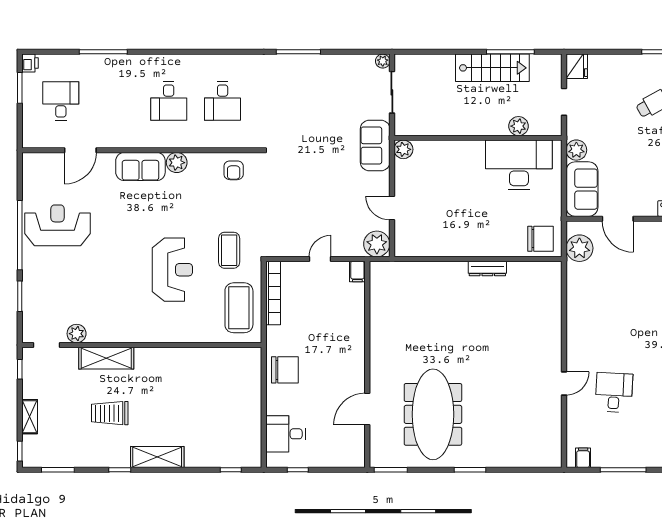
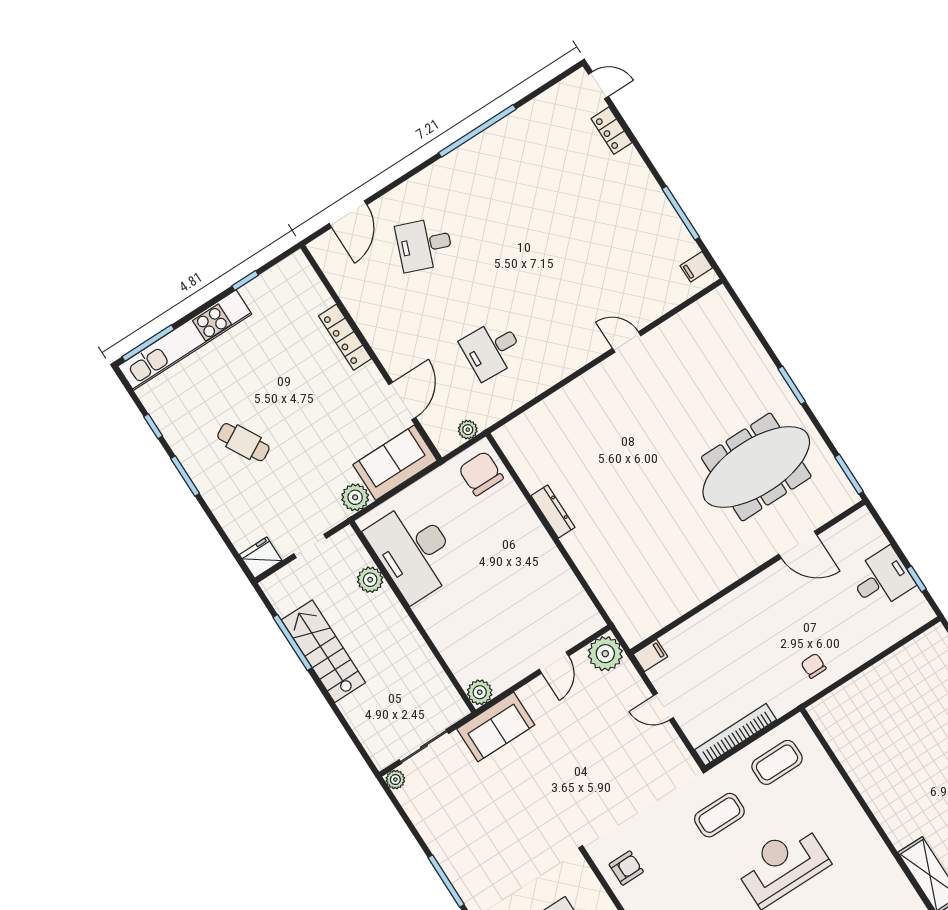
plant: (579, 248) -> (468, 430), width x0.53, depth x0.53
coffee table: (239, 308) -> (777, 762), width x0.73, depth x0.76
chair: (285, 370) -> (814, 666), width x0.54, depth x0.54
desk: (614, 392) -> (492, 349), moved
desk: (286, 434) -> (882, 579), moved, turned -90

